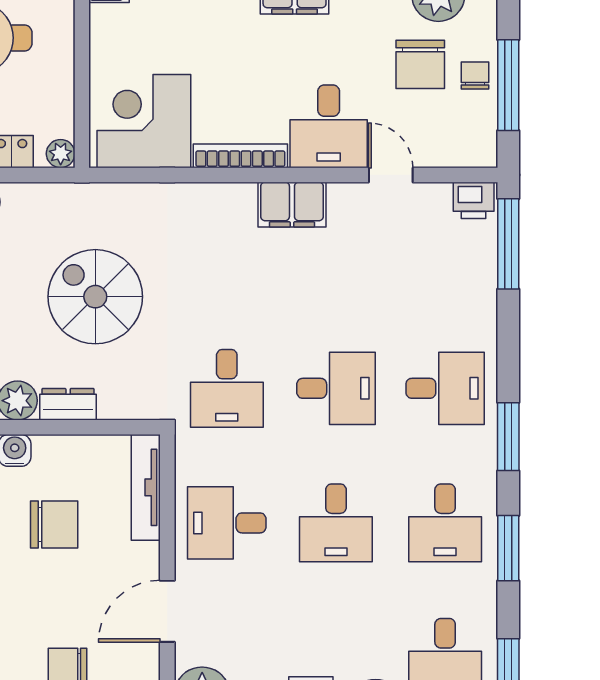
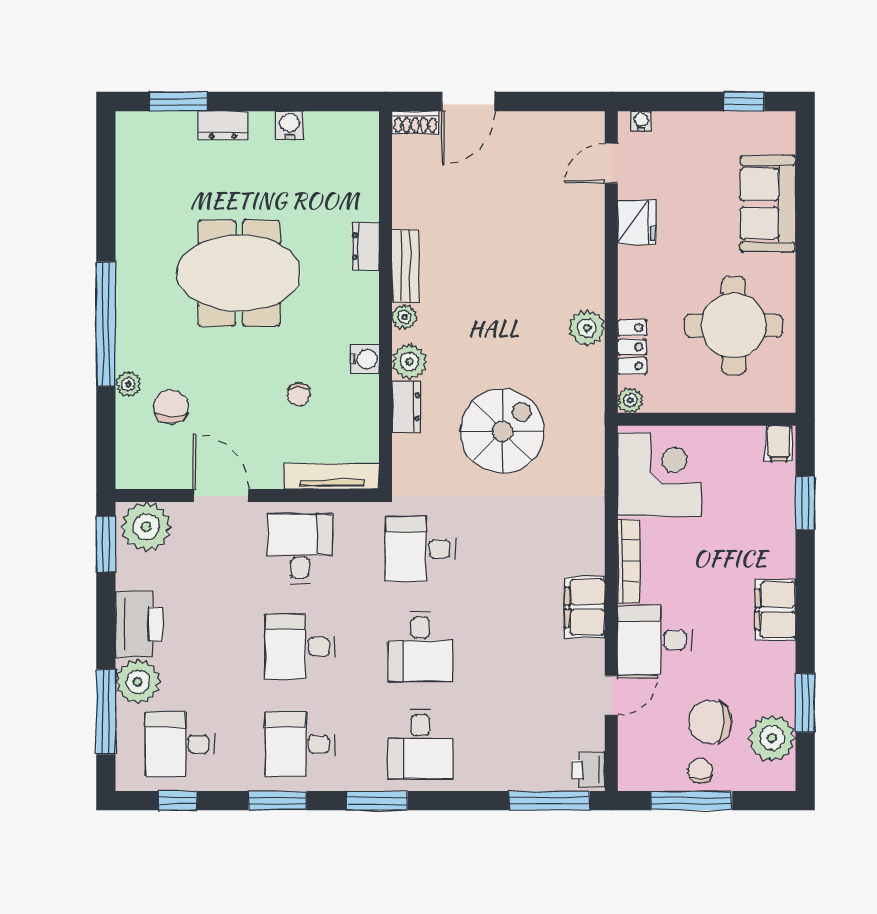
chair: (475, 76) -> (700, 771), turned -92
chair: (54, 524) -> (299, 395), width x0.54, depth x0.54

